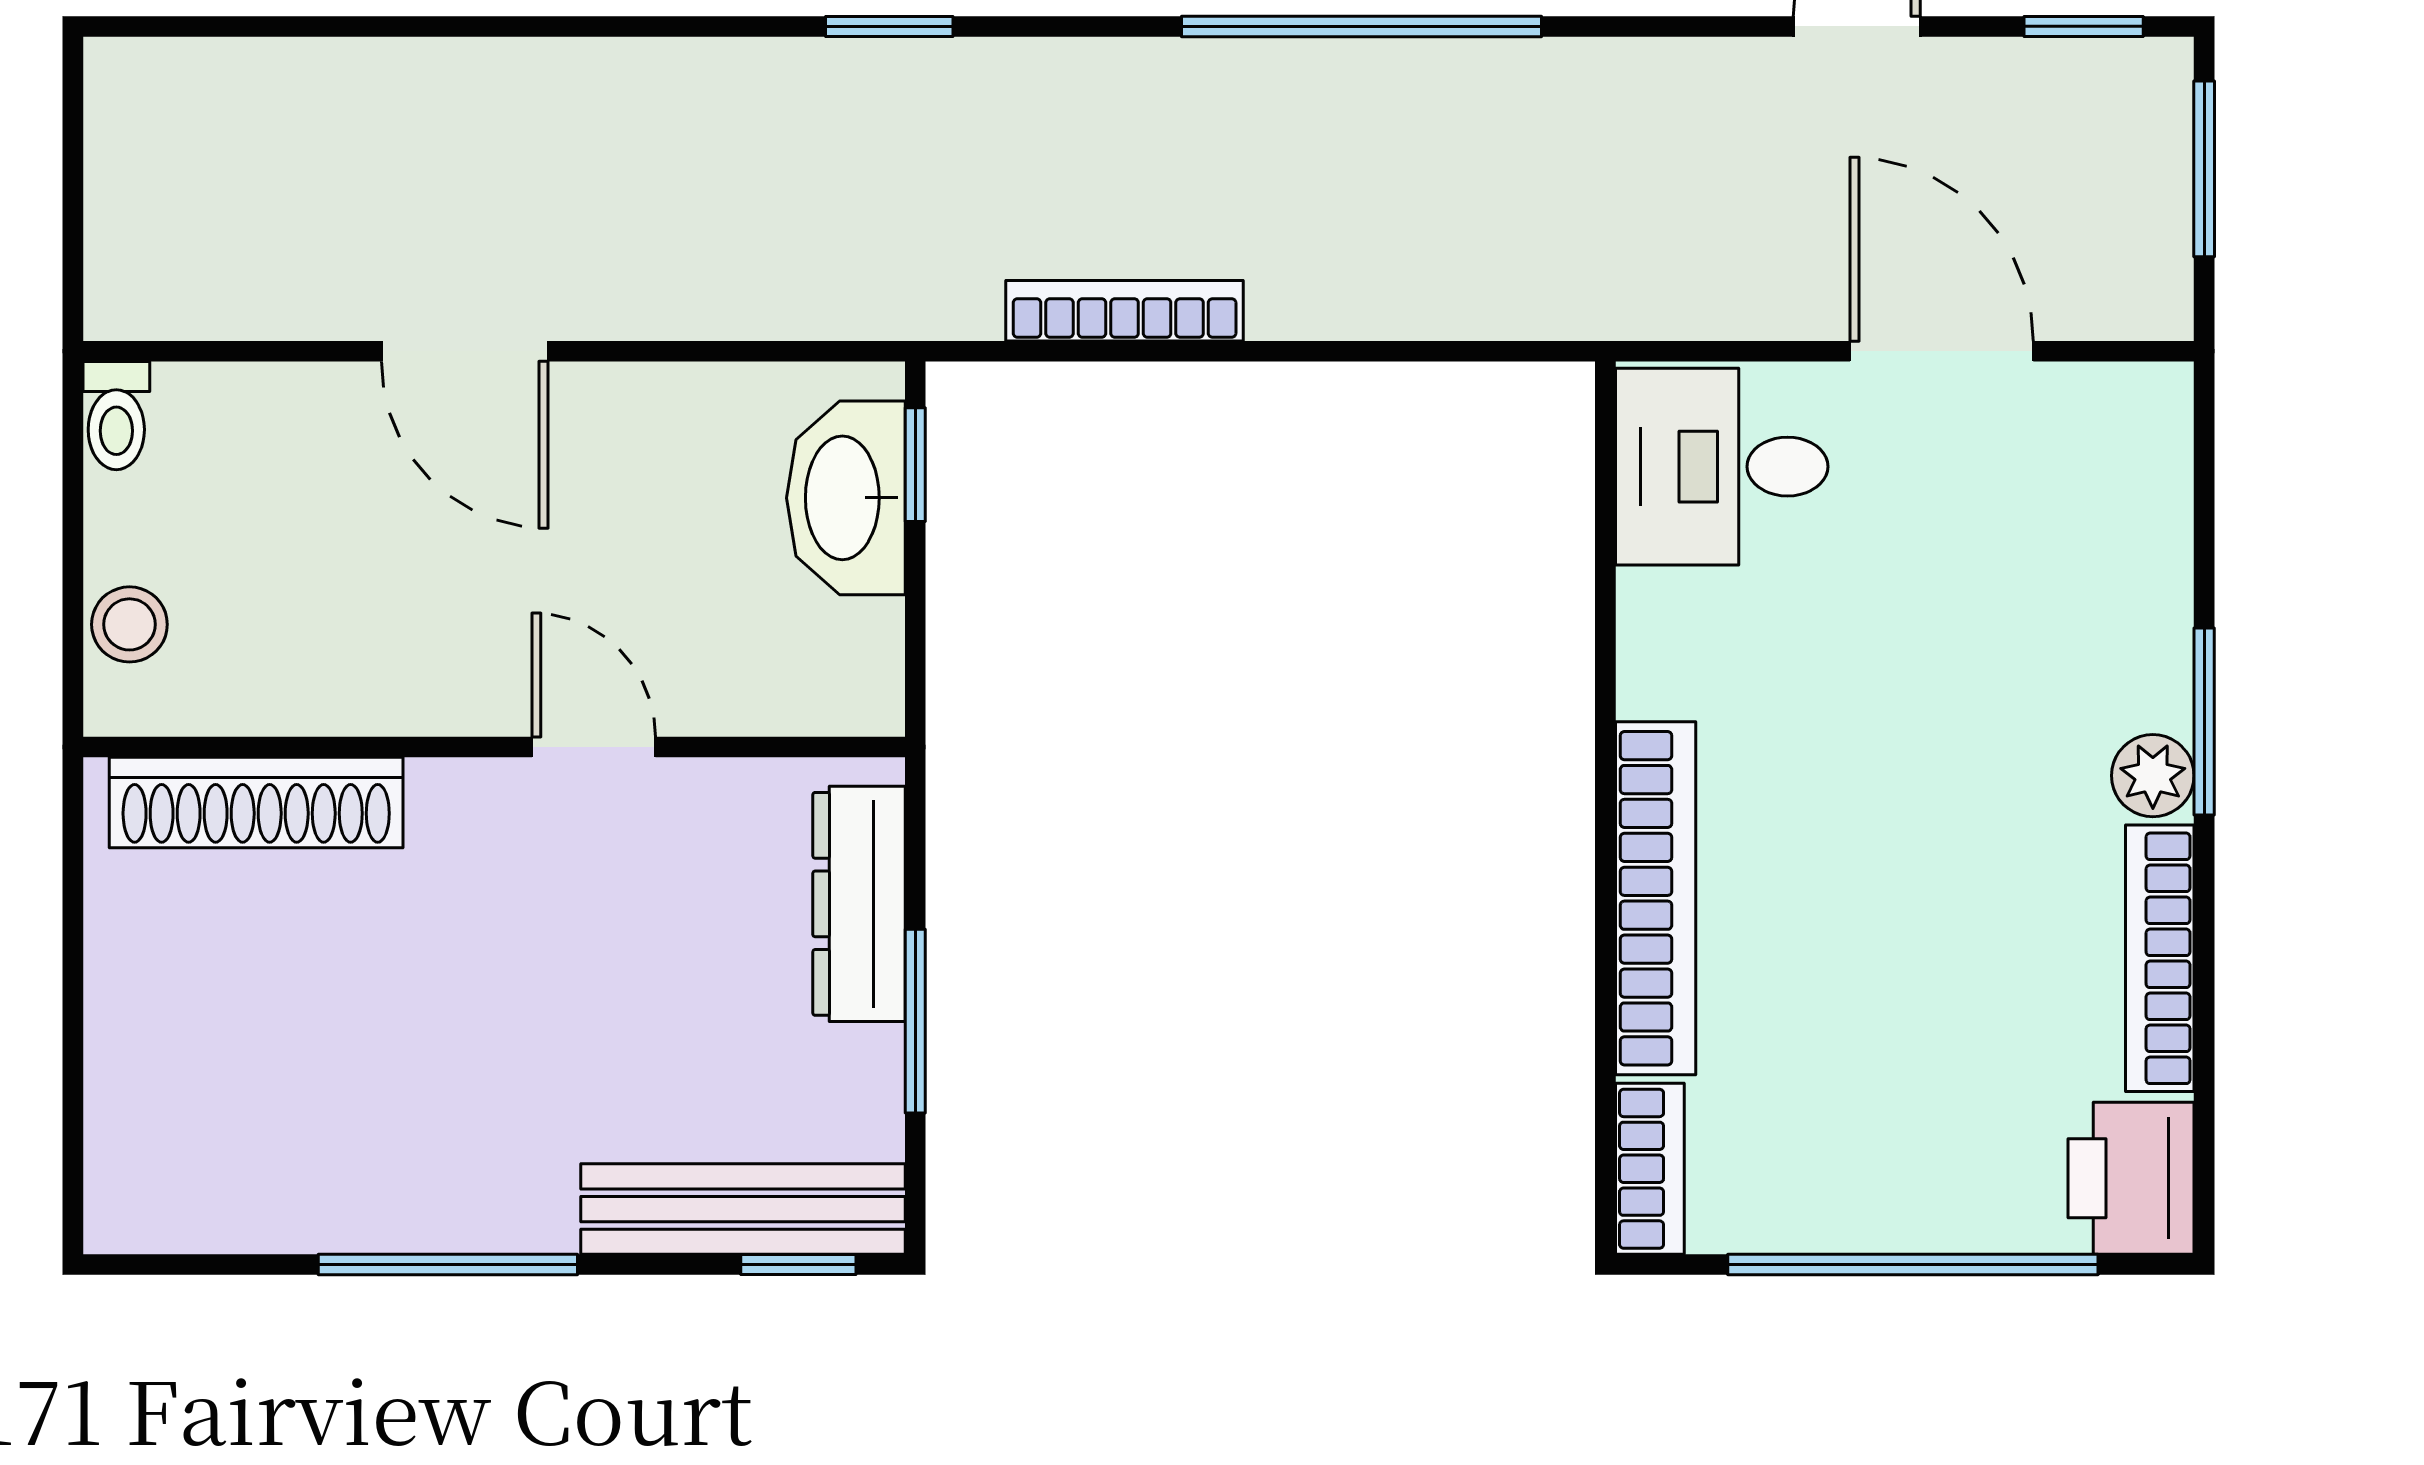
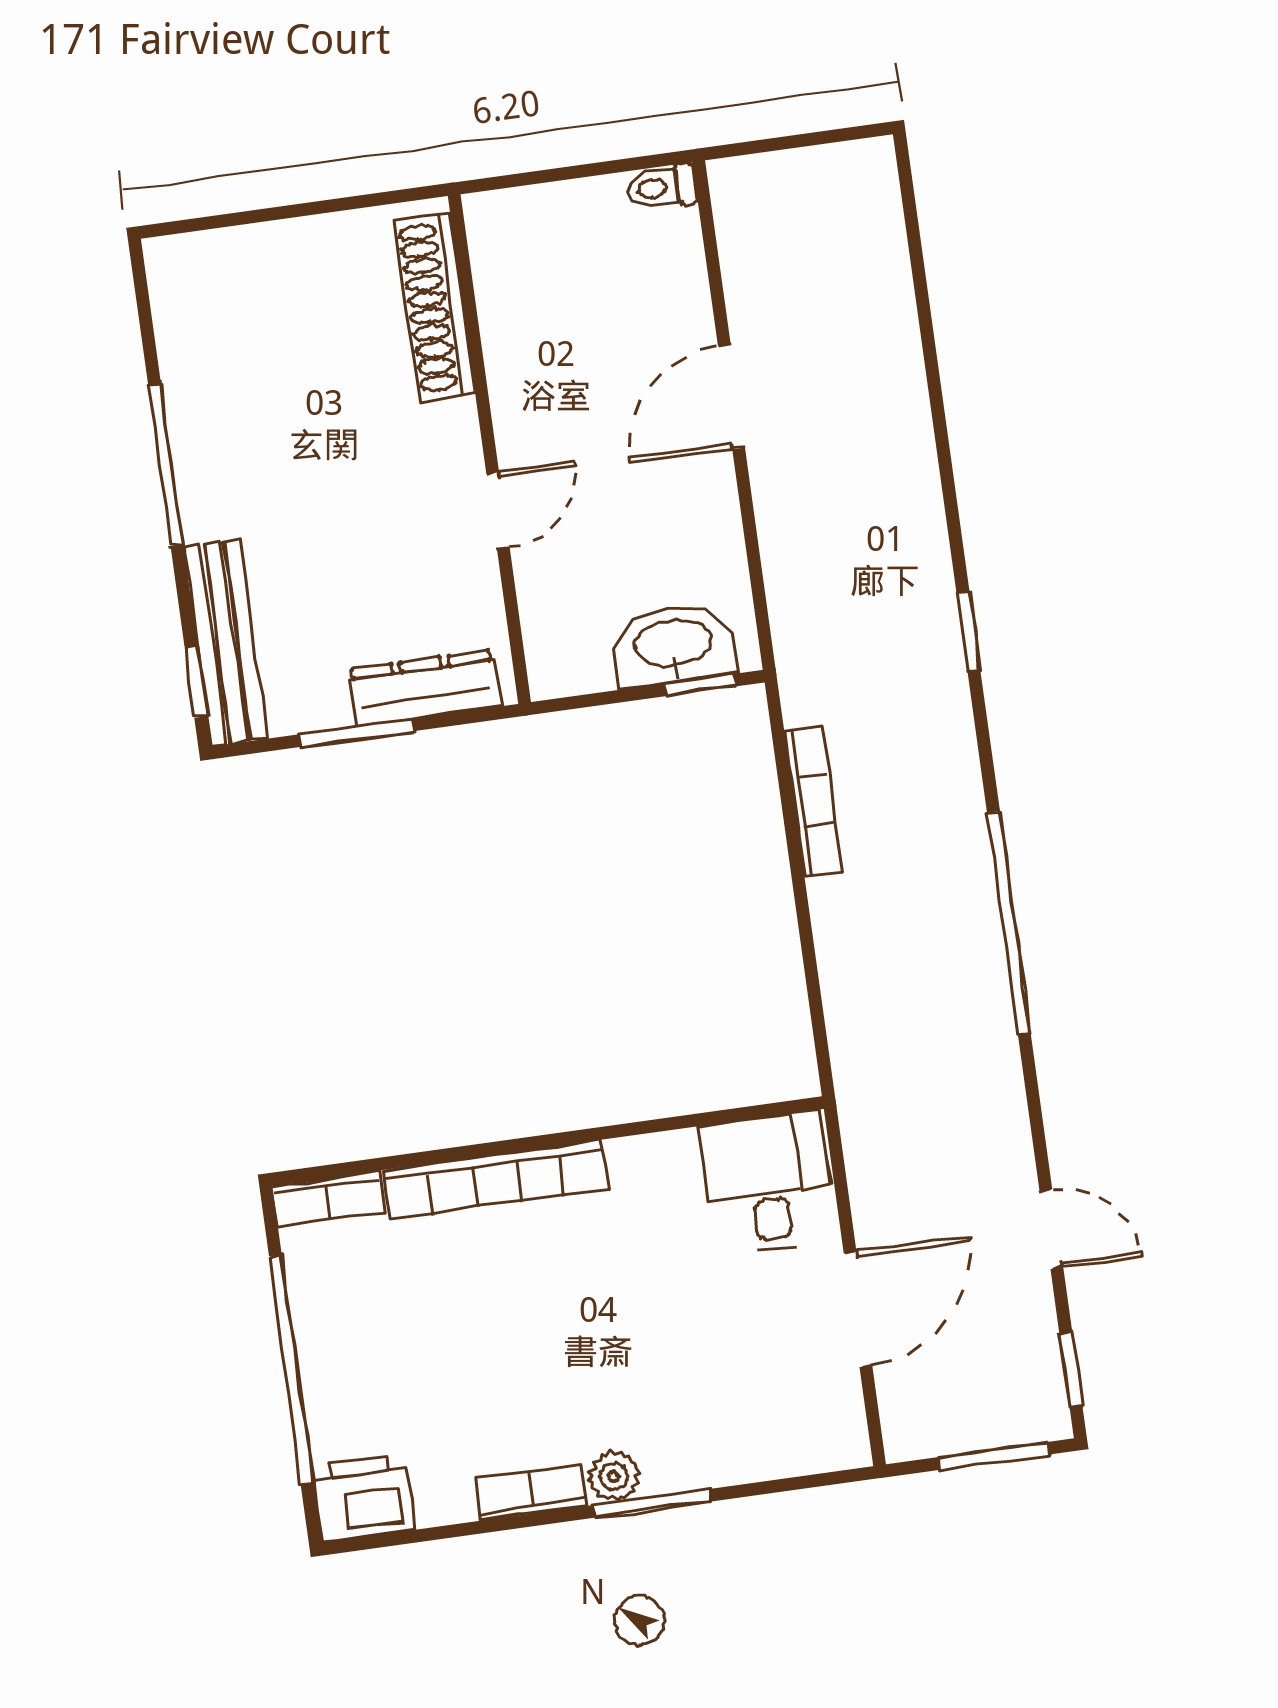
stool: (129, 624) -> (534, 213), removed
bookcase: (2160, 958) -> (531, 1492), width x0.64

